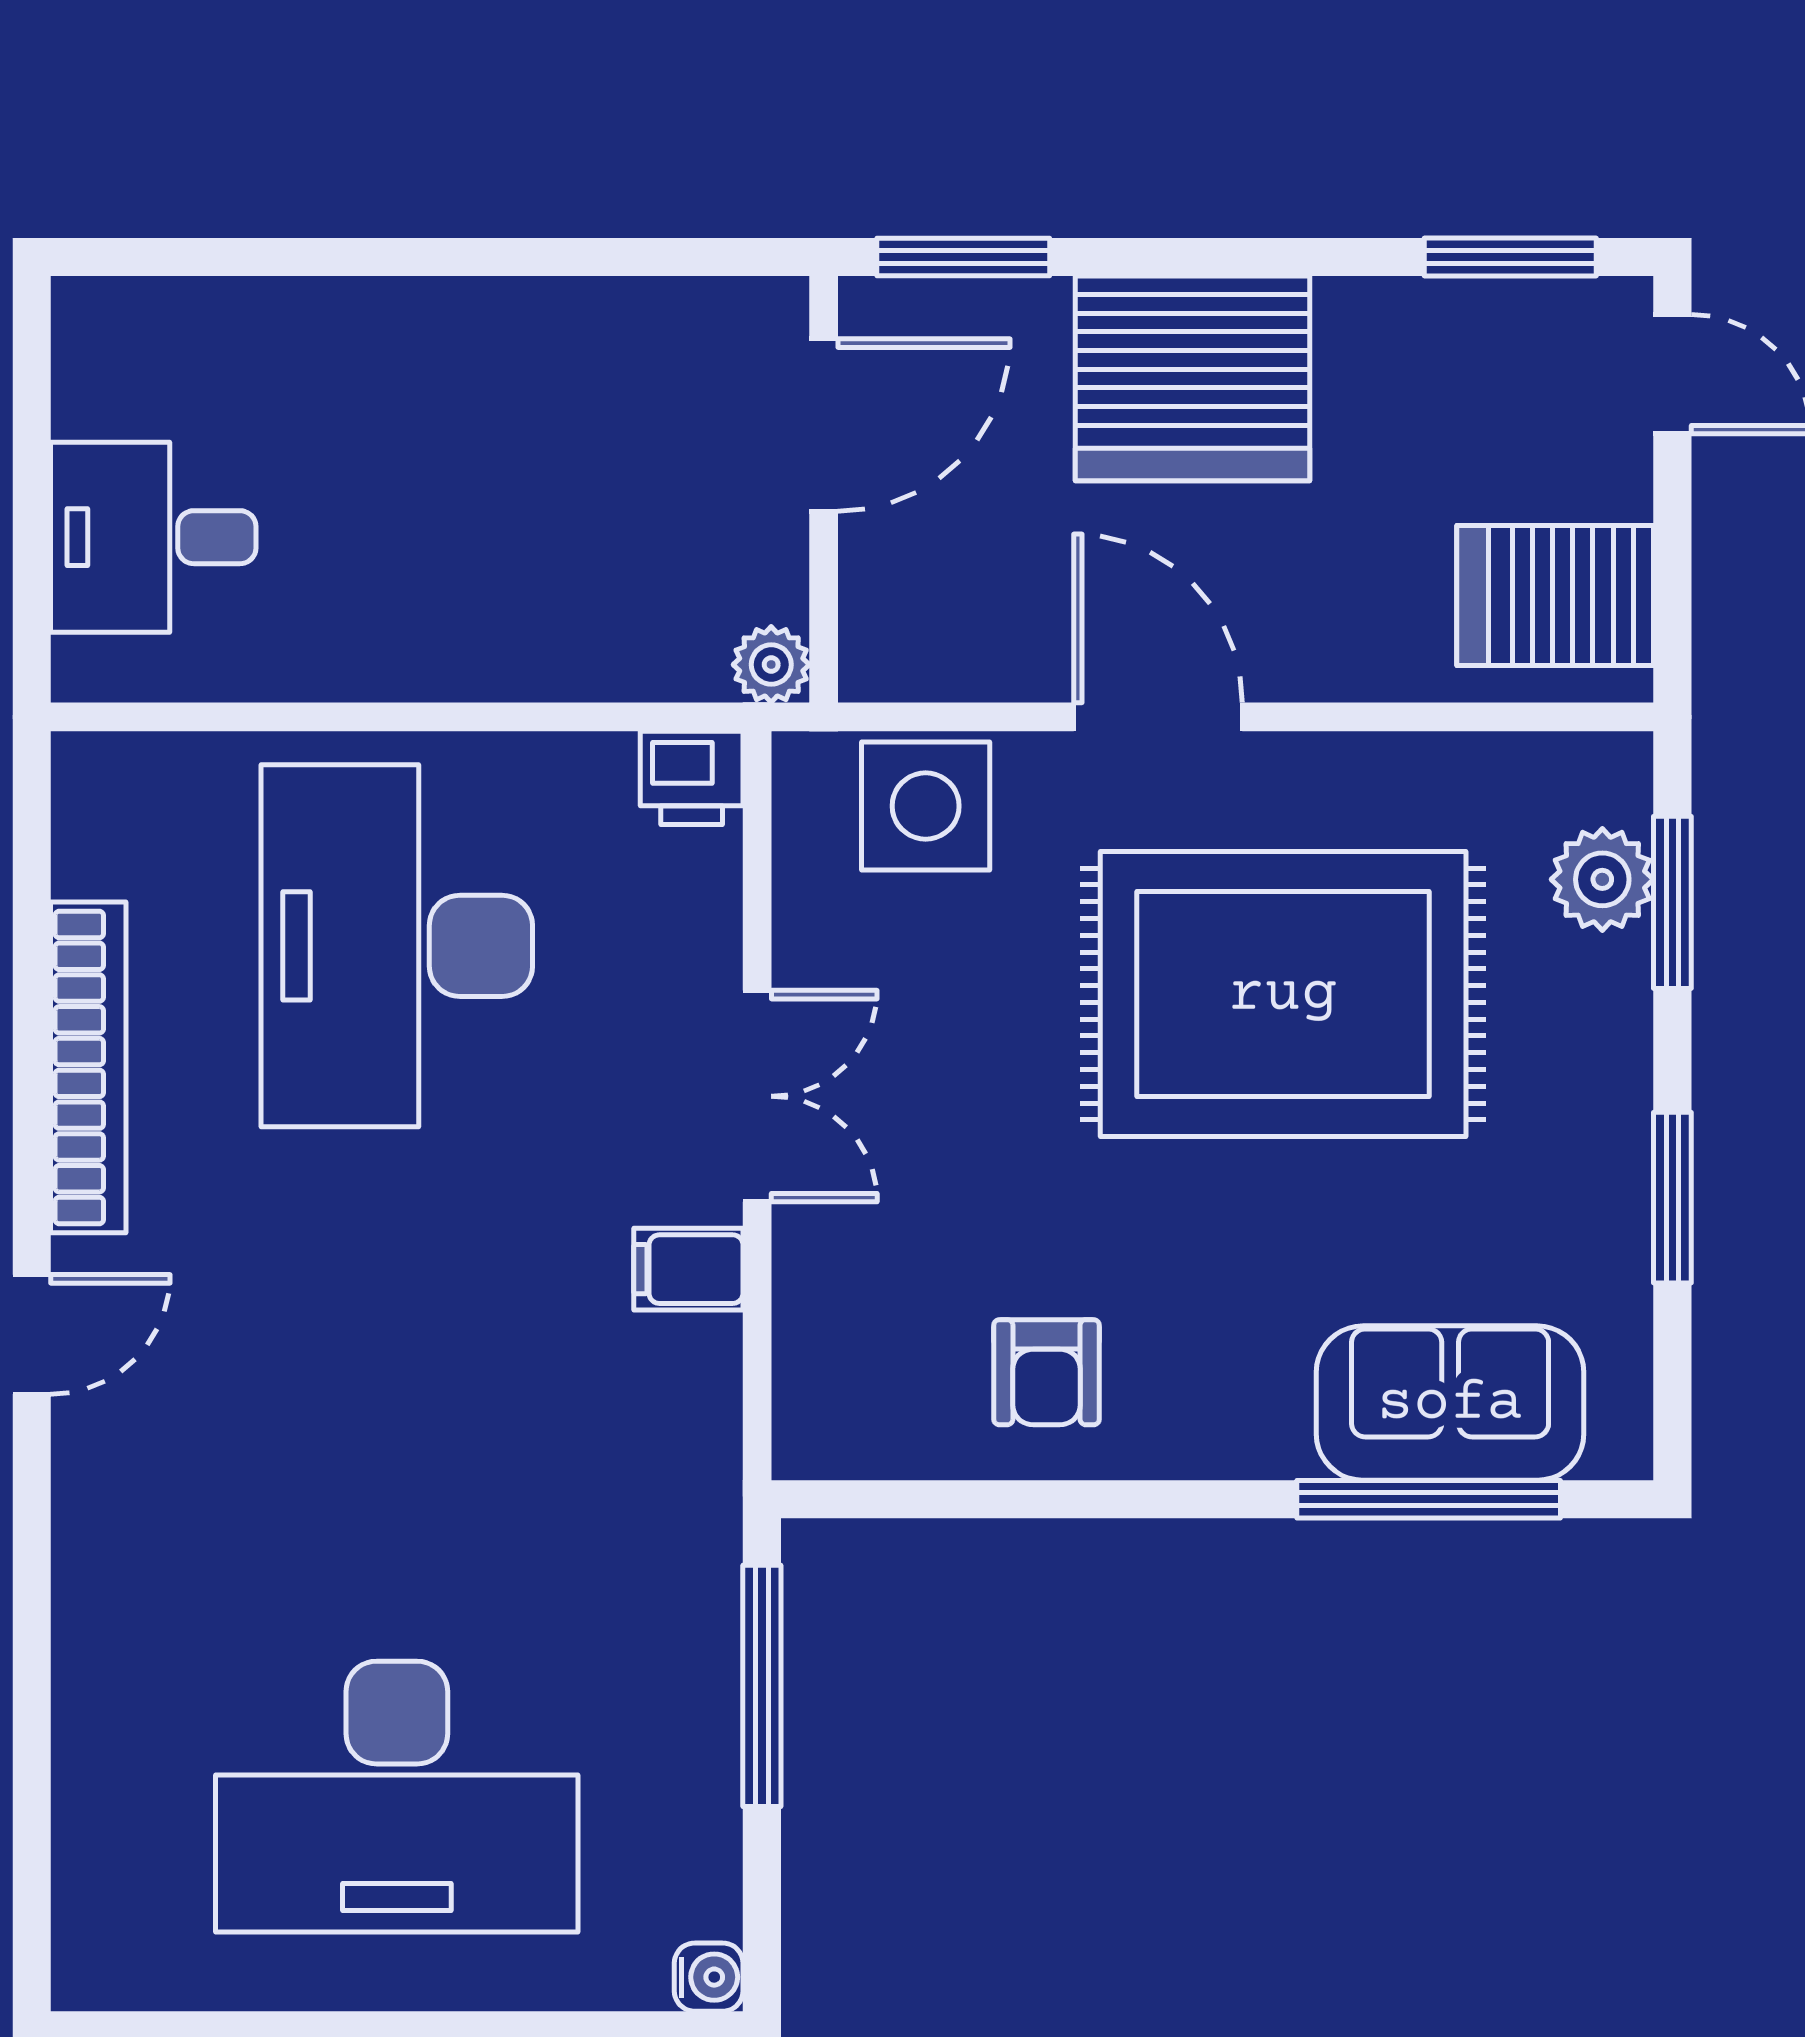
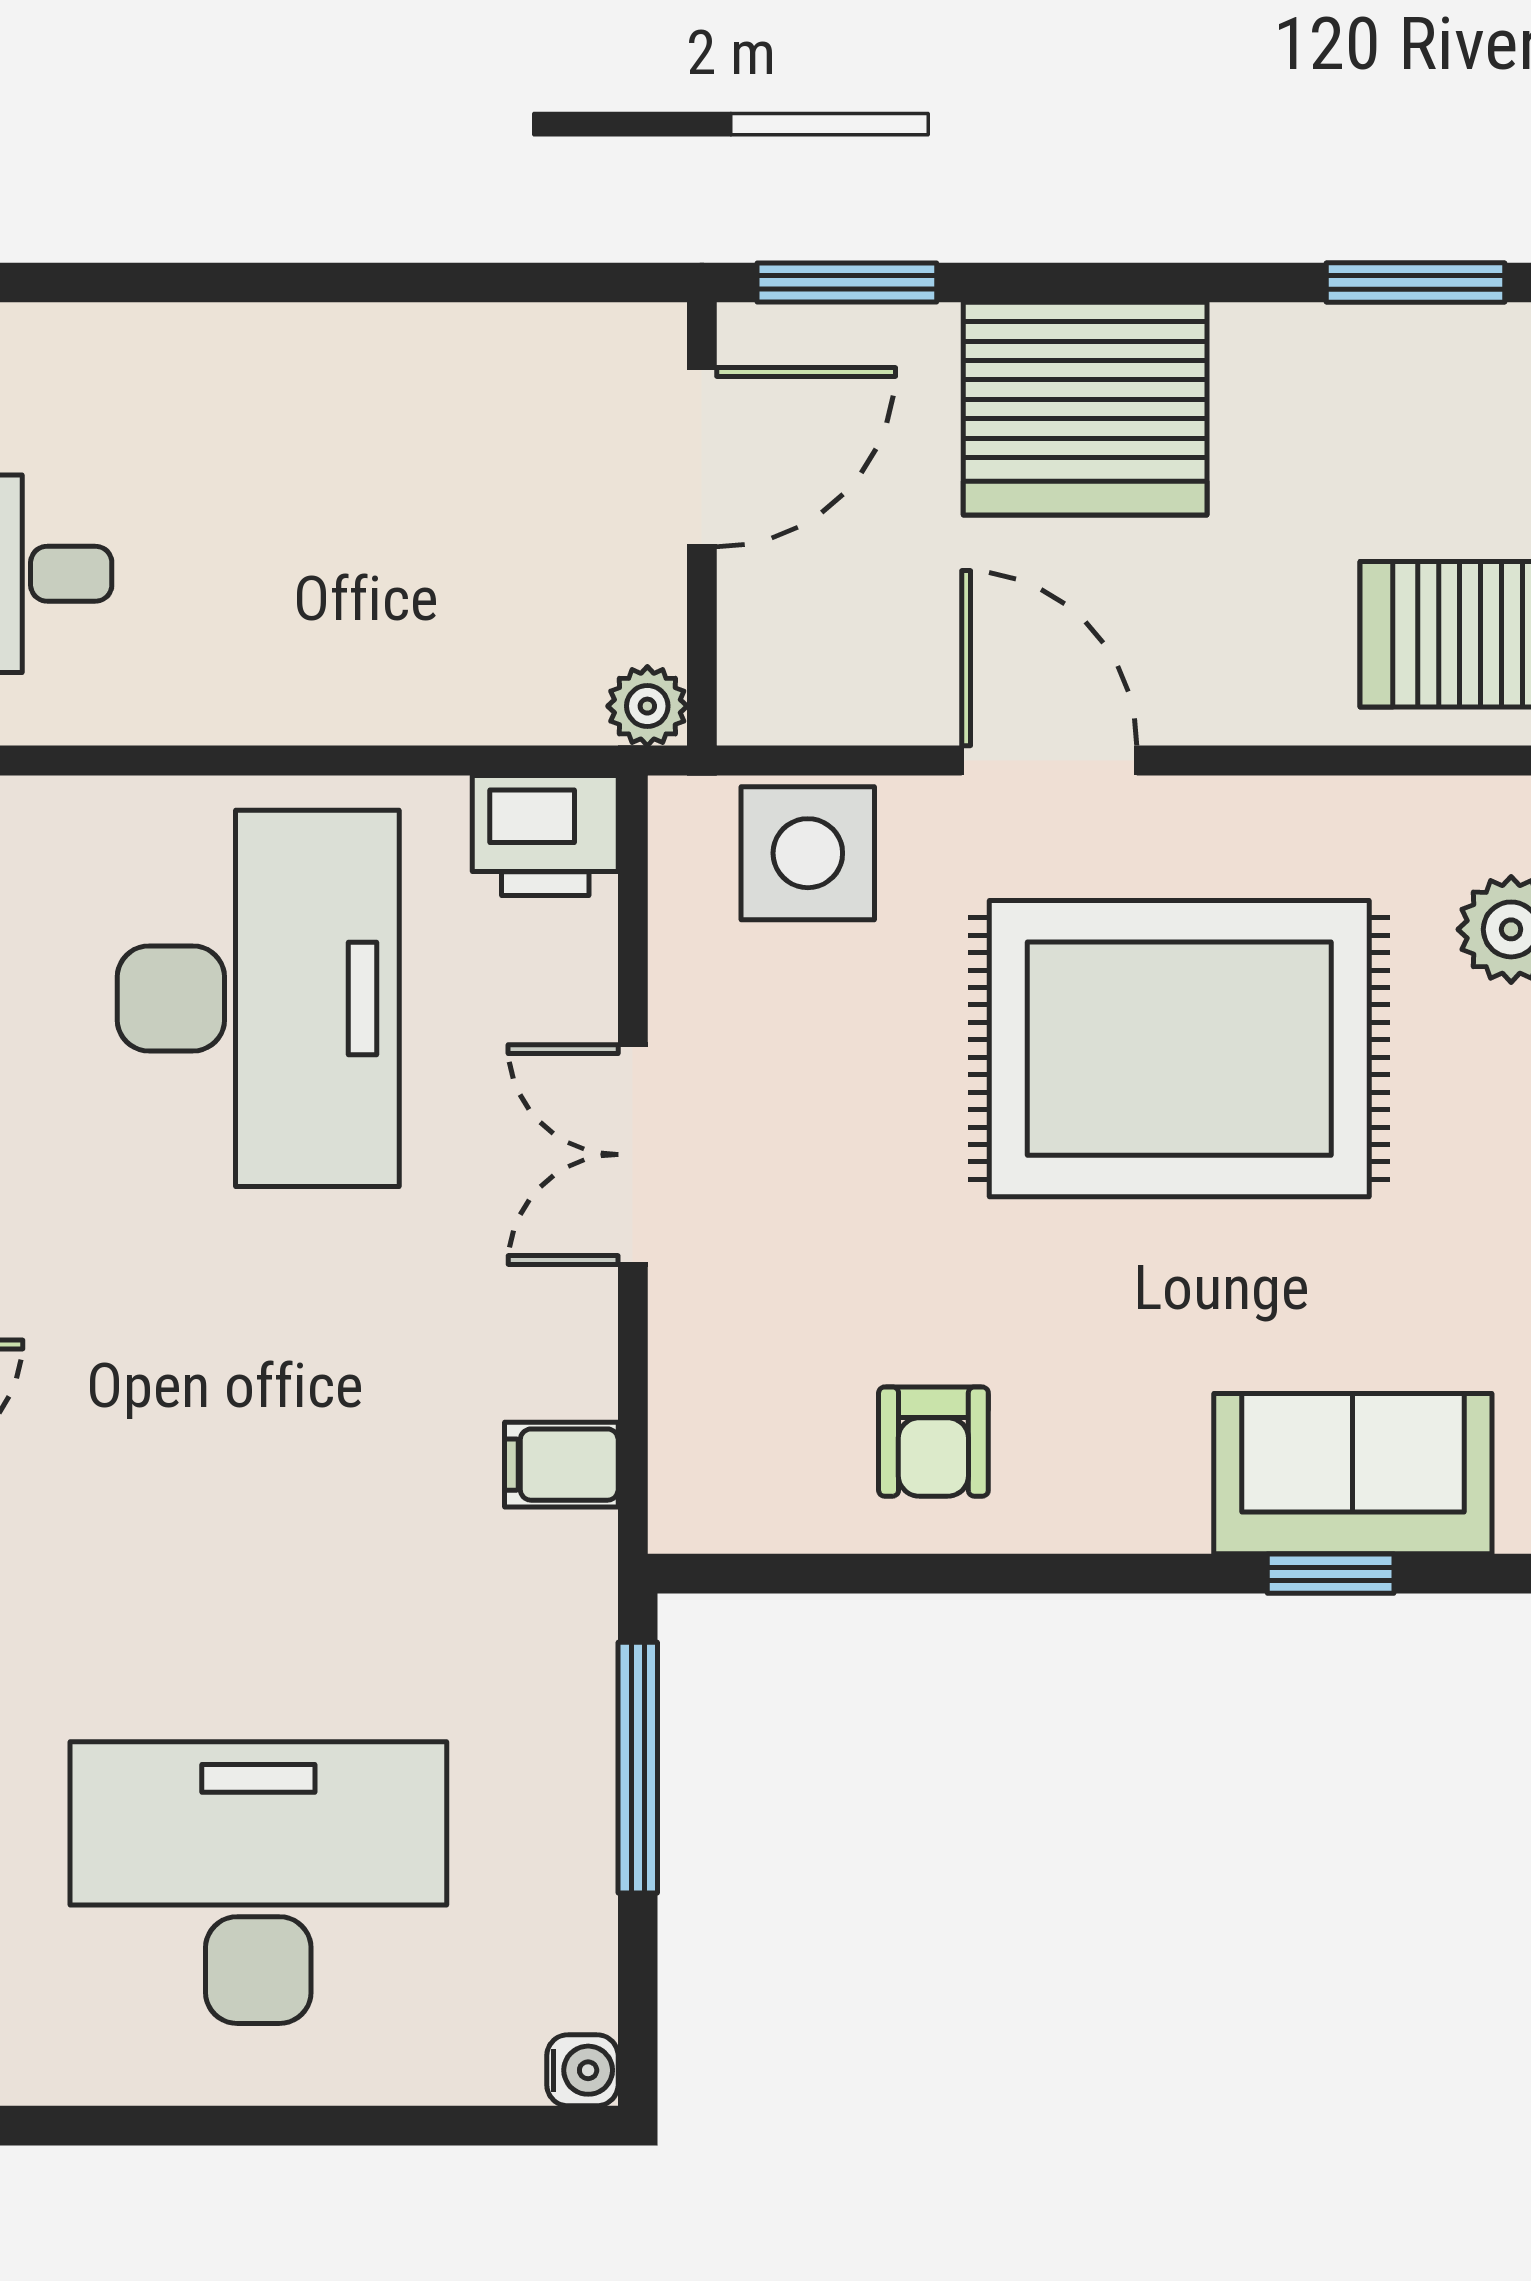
printer: (692, 778) -> (545, 835), width x1.36, depth x1.24
desk: (397, 946) -> (258, 998), turned 180
double door: (757, 1096) -> (633, 1155), swing flipped
filing cabinet: (688, 1269) -> (561, 1465), moved
window: (1429, 1499) -> (1331, 1574), width x0.46
desk: (397, 1797) -> (258, 1883), turned 180

